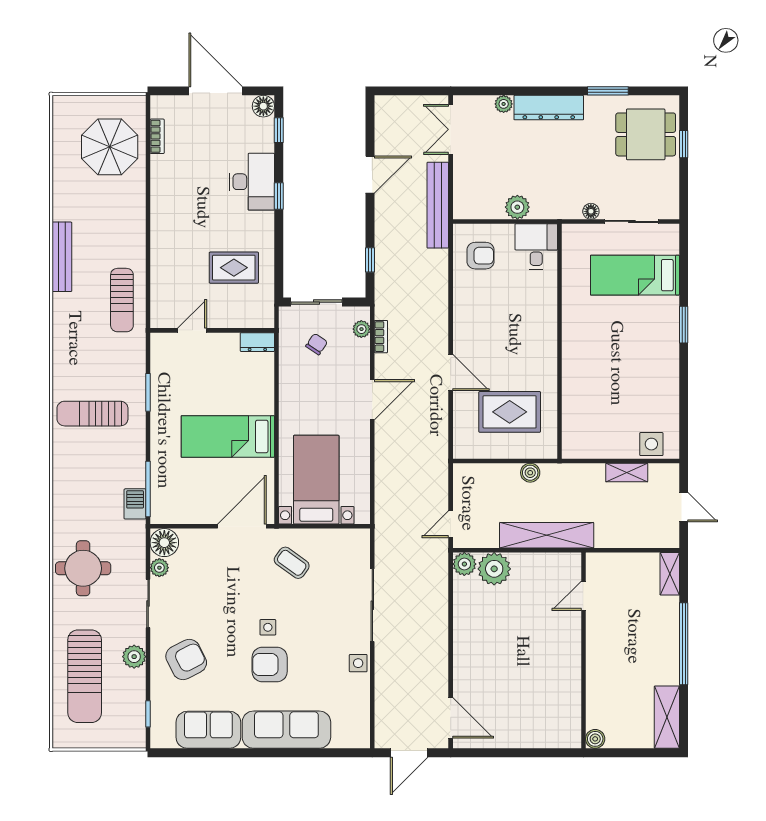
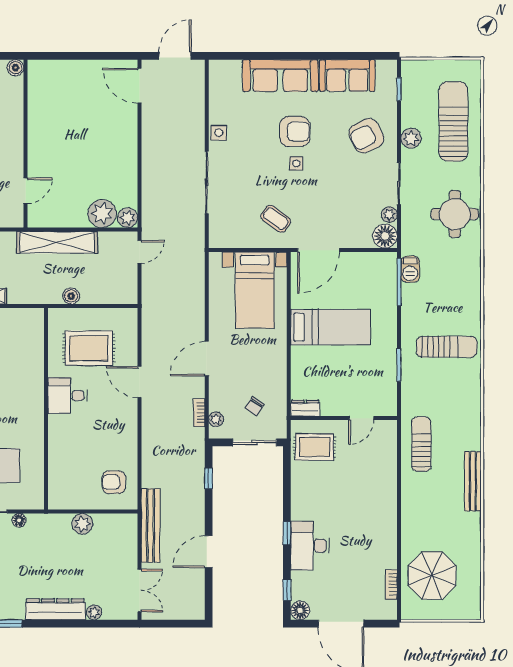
desk: (536, 246) -> (67, 396), moved, turned 90
rug: (234, 268) -> (315, 447), moved

